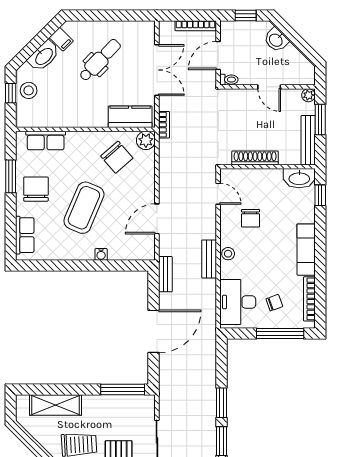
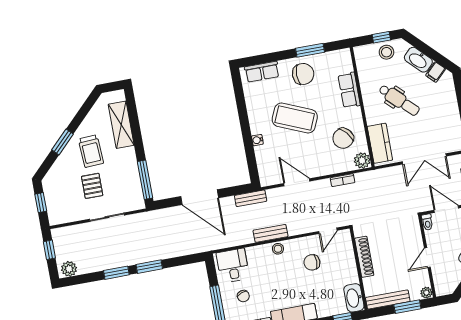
dental chair: (100, 60) -> (399, 100), moved
bookcase: (164, 125) -> (343, 180), moved
row of seats: (46, 141) -> (349, 90), moved
desk: (238, 302) -> (233, 266), width x0.73

